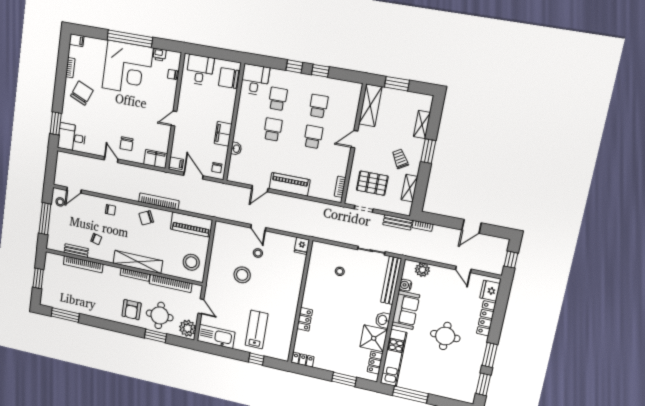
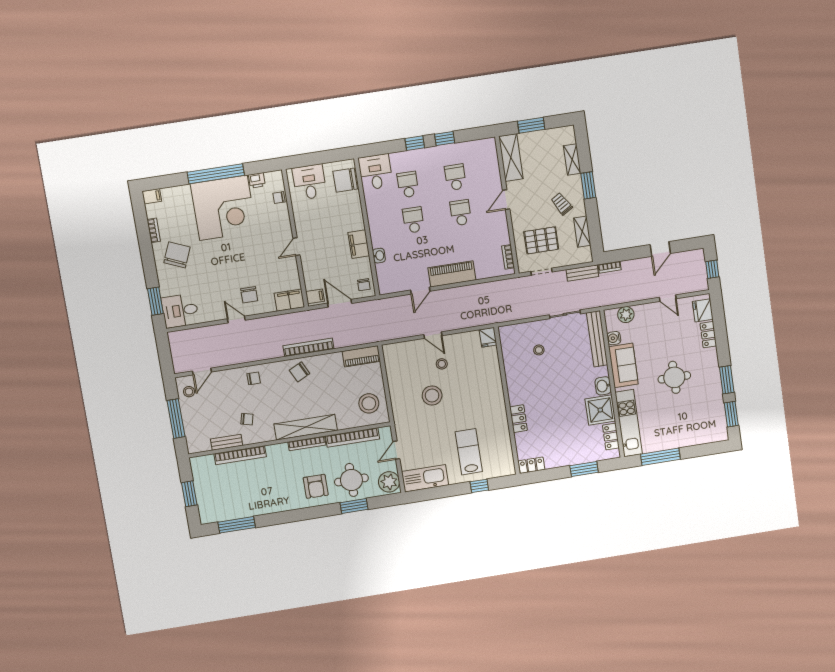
piano: (191, 225) -> (361, 356), width x0.73, depth x0.75
door: (201, 306) -> (396, 450), swing flipped
locker: (486, 318) -> (708, 335), width x0.66

